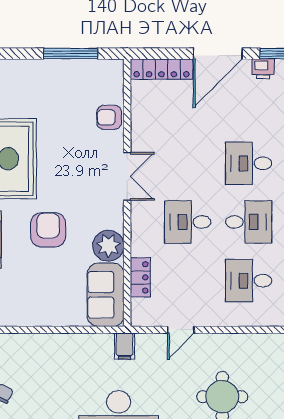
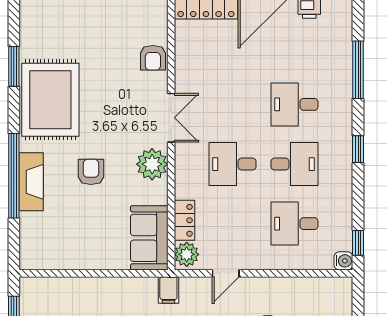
armchair: (109, 117) -> (153, 58), turned -90
armchair: (48, 230) -> (91, 172), width x0.72, depth x0.72
plant: (108, 246) -> (152, 164), moved
plant: (142, 311) -> (187, 254), added

